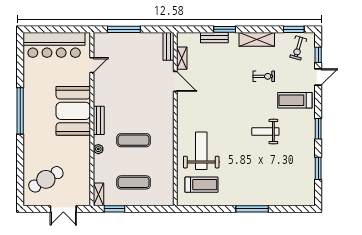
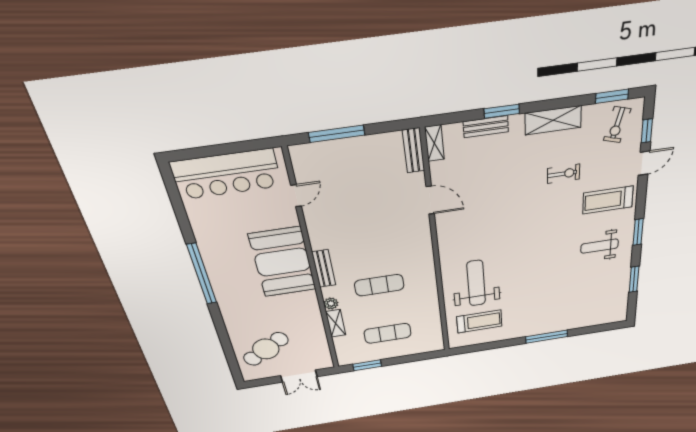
shelving: (182, 58) -> (434, 143), moved
weight bench: (265, 132) -> (600, 246), moved
shelving: (98, 194) -> (336, 323), moved

